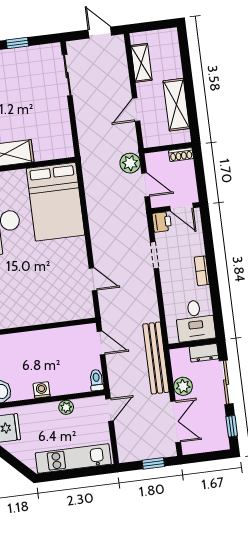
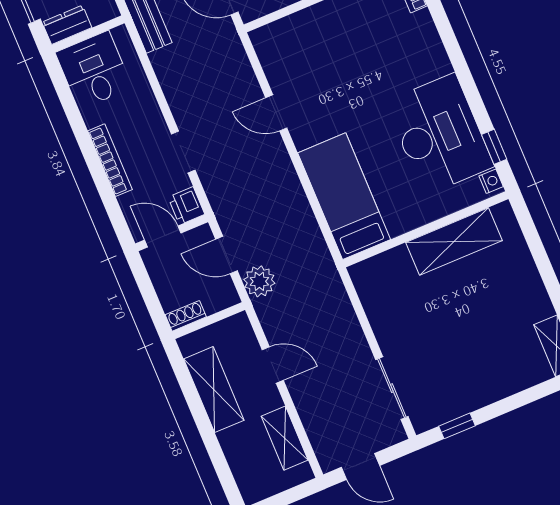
window: (17, 43) -> (457, 426), moved
door: (136, 110) -> (273, 365), hinge flipped
bed: (55, 202) -> (344, 196), width x0.67
bookcase: (202, 271) -> (110, 160), width x1.56
door: (93, 279) -> (276, 113), moved

